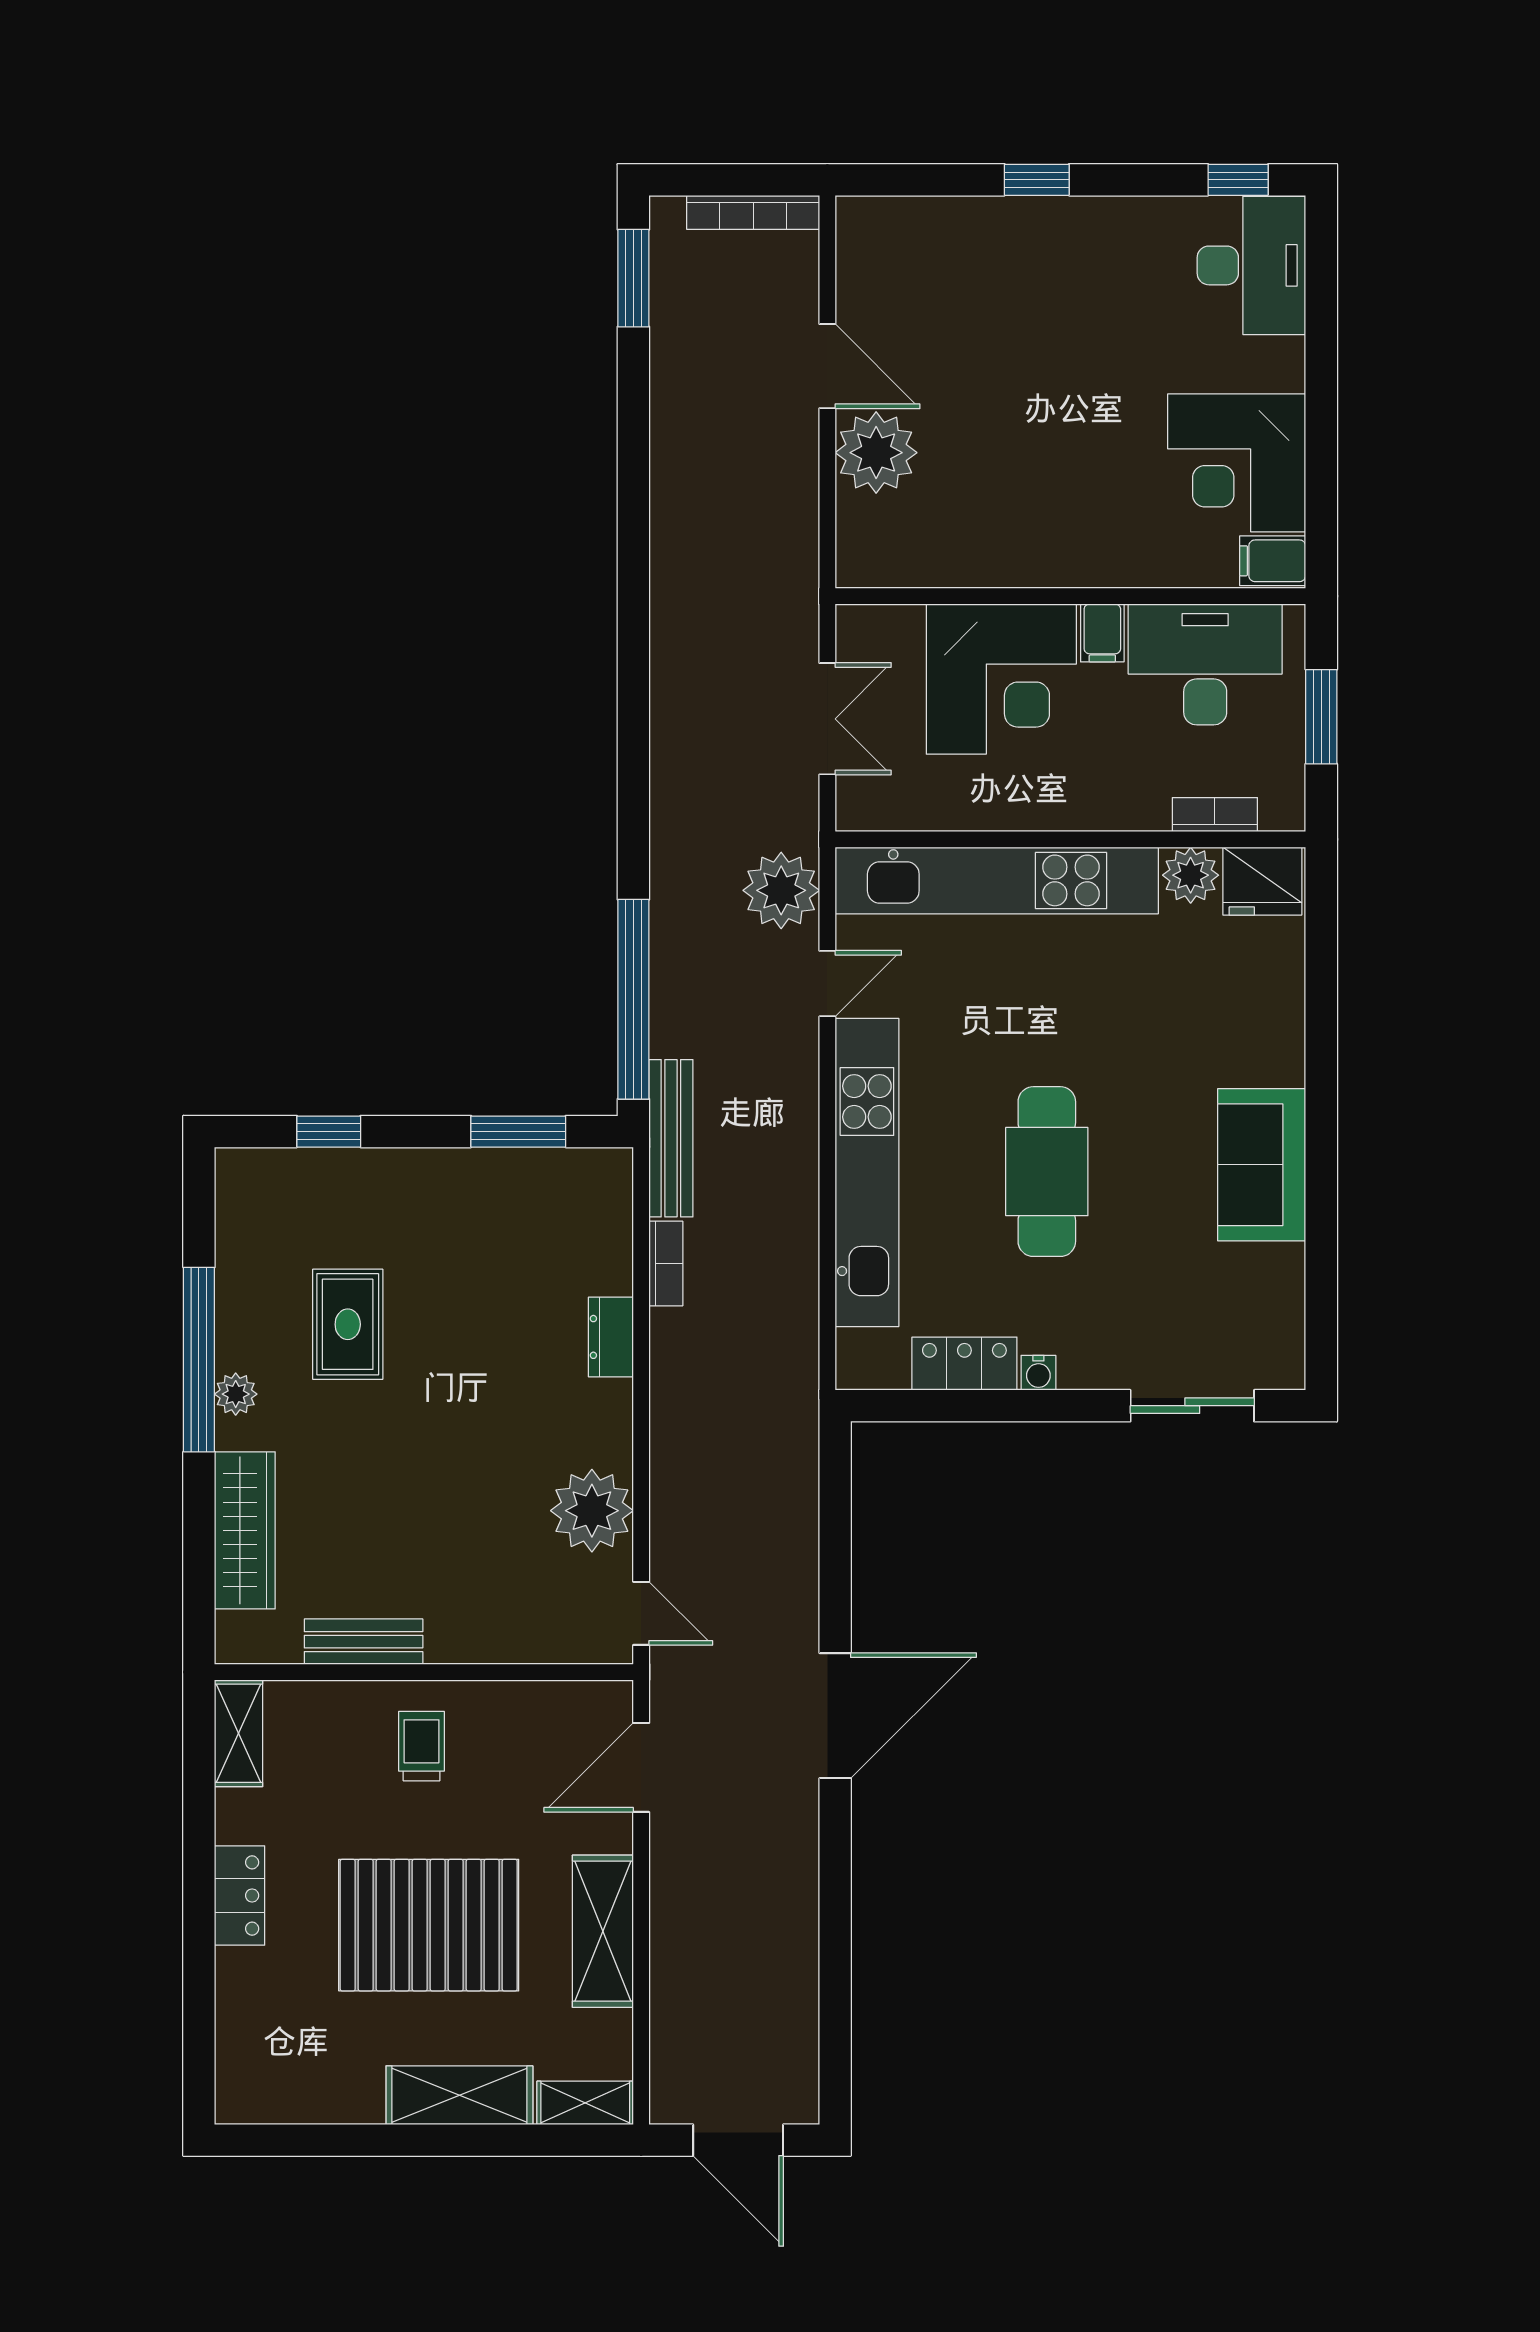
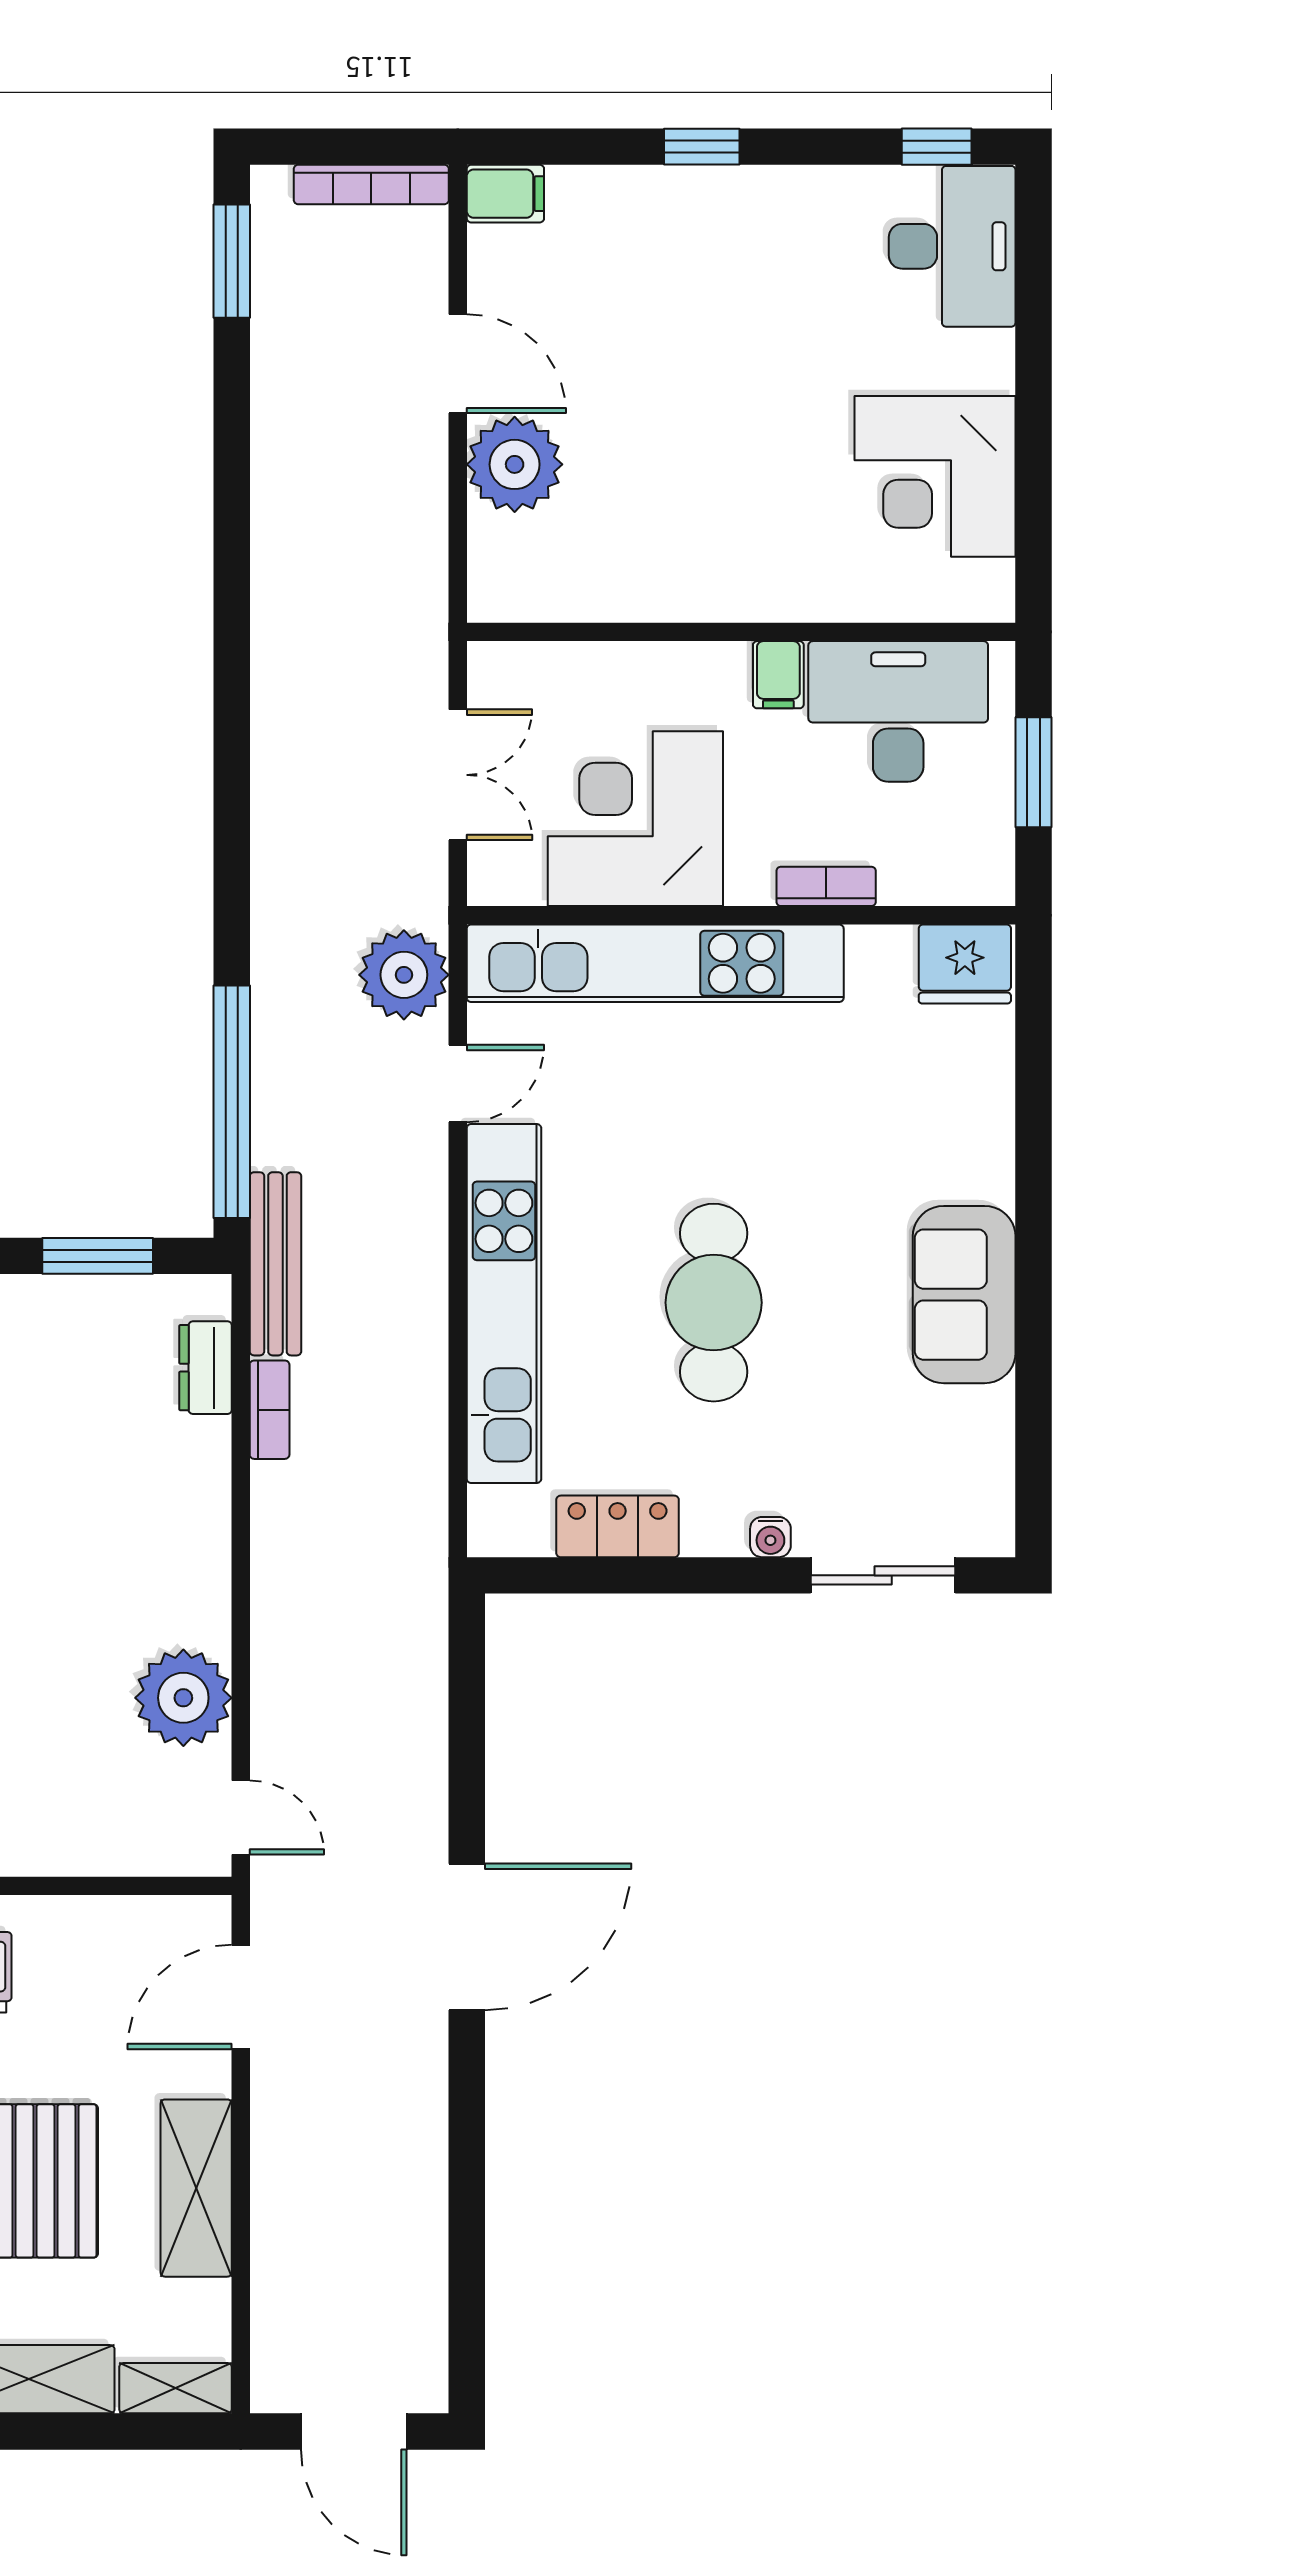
filing cabinet: (1273, 561) -> (505, 194), moved, turned 180
corner desk: (1001, 679) -> (635, 819), moved, turned 180
bookcase: (1215, 815) -> (826, 886), moved
plant: (1191, 875) -> (881, 957), removed
dresser: (611, 1337) -> (206, 1368), moved
water cooler: (1038, 1373) -> (770, 1537), moved

